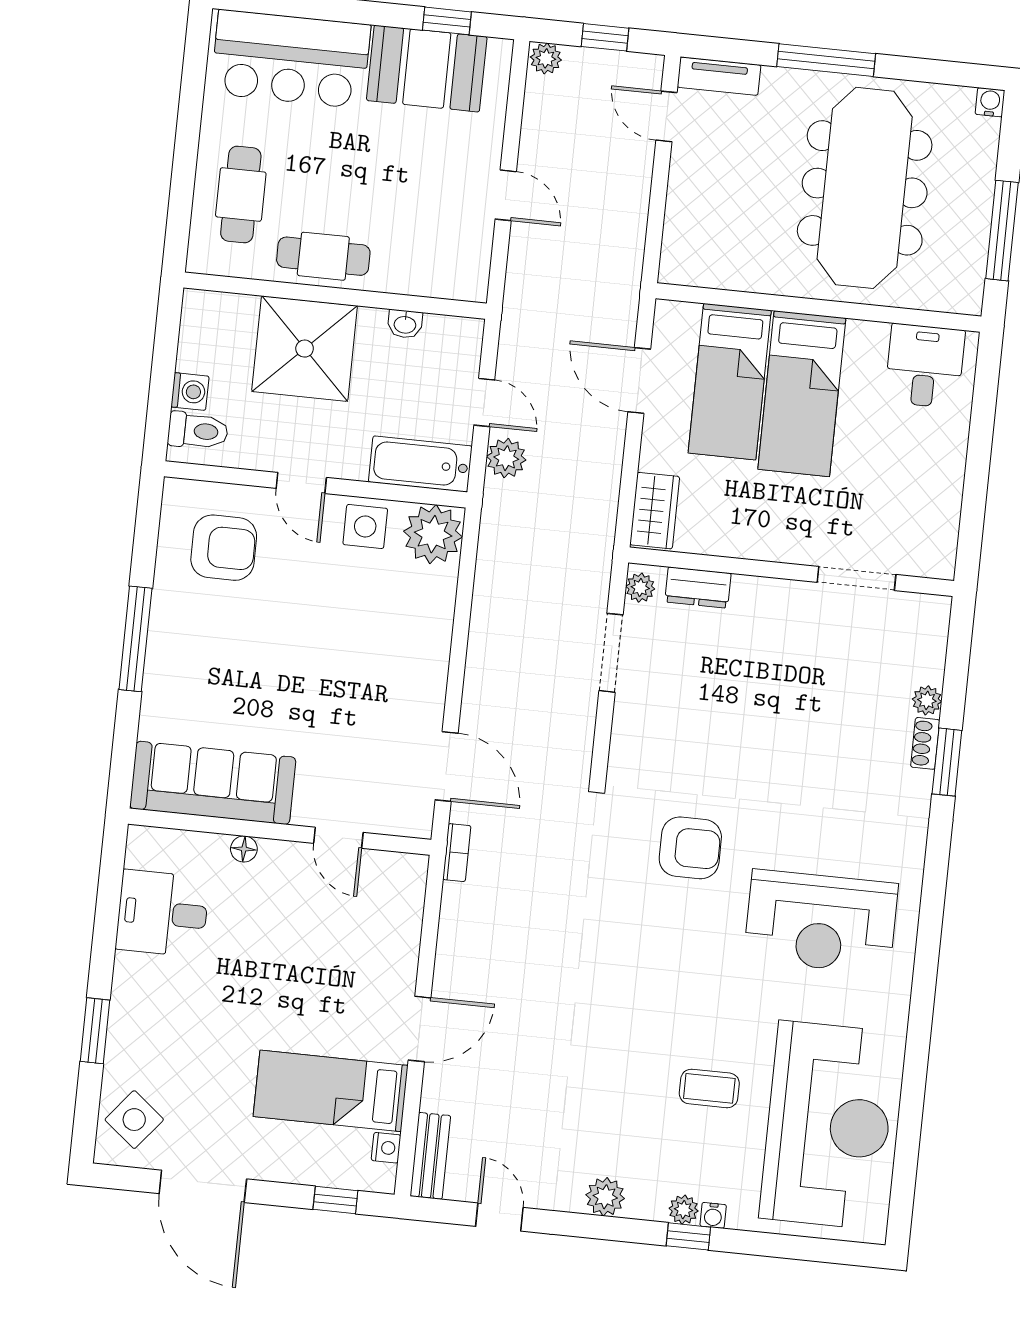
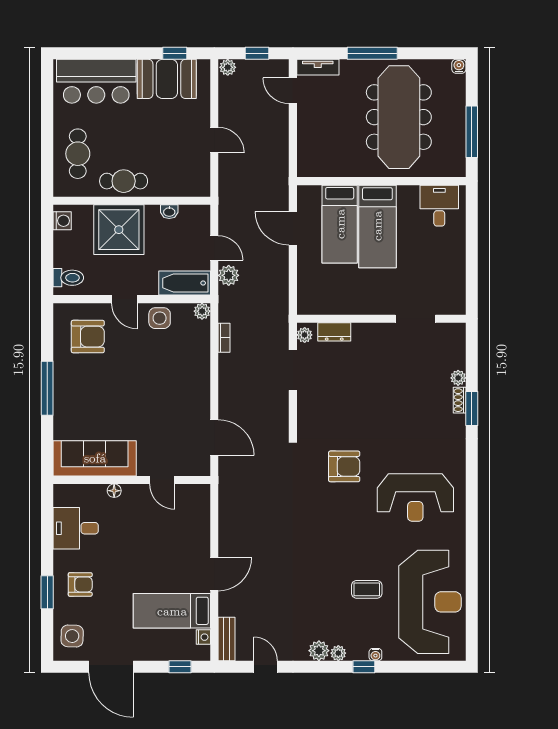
washing machine: (190, 392) -> (62, 221), moved
wardrobe: (655, 511) -> (308, 295), removed
plant: (433, 534) -> (202, 311), width x0.53, depth x0.53
bookcase: (457, 853) -> (224, 338), moved
armchair: (160, 1022) -> (80, 584), added
side table: (134, 1120) -> (72, 636), turned -37
plant: (684, 1210) -> (338, 653), moved

